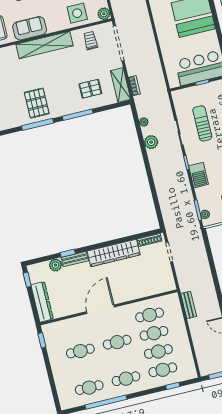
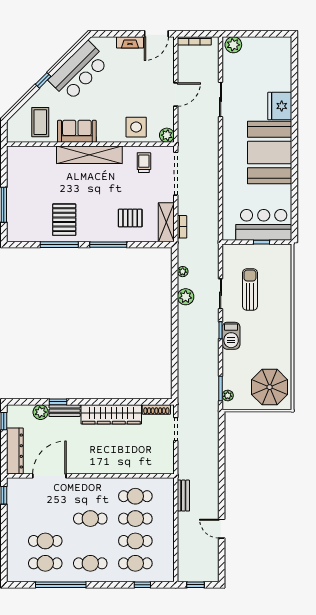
barbecue: (198, 175) -> (231, 336), moved
door: (100, 309) -> (49, 476), moved
cafe table: (80, 351) -> (45, 541), moved

